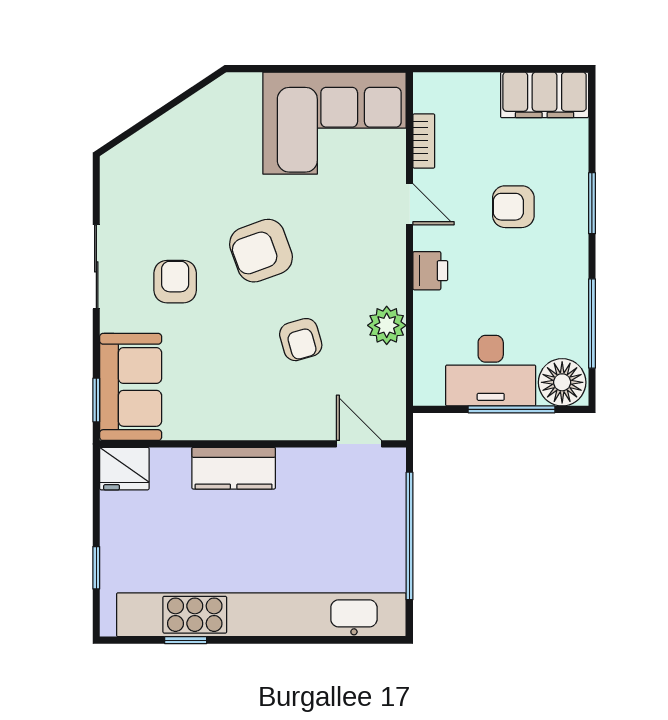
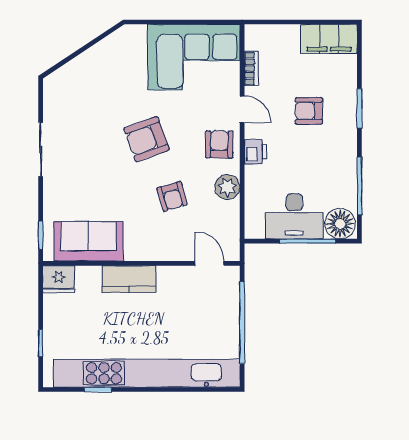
armchair: (175, 282) -> (219, 144), moved
sofa: (131, 387) -> (89, 241), moved, turned -90

